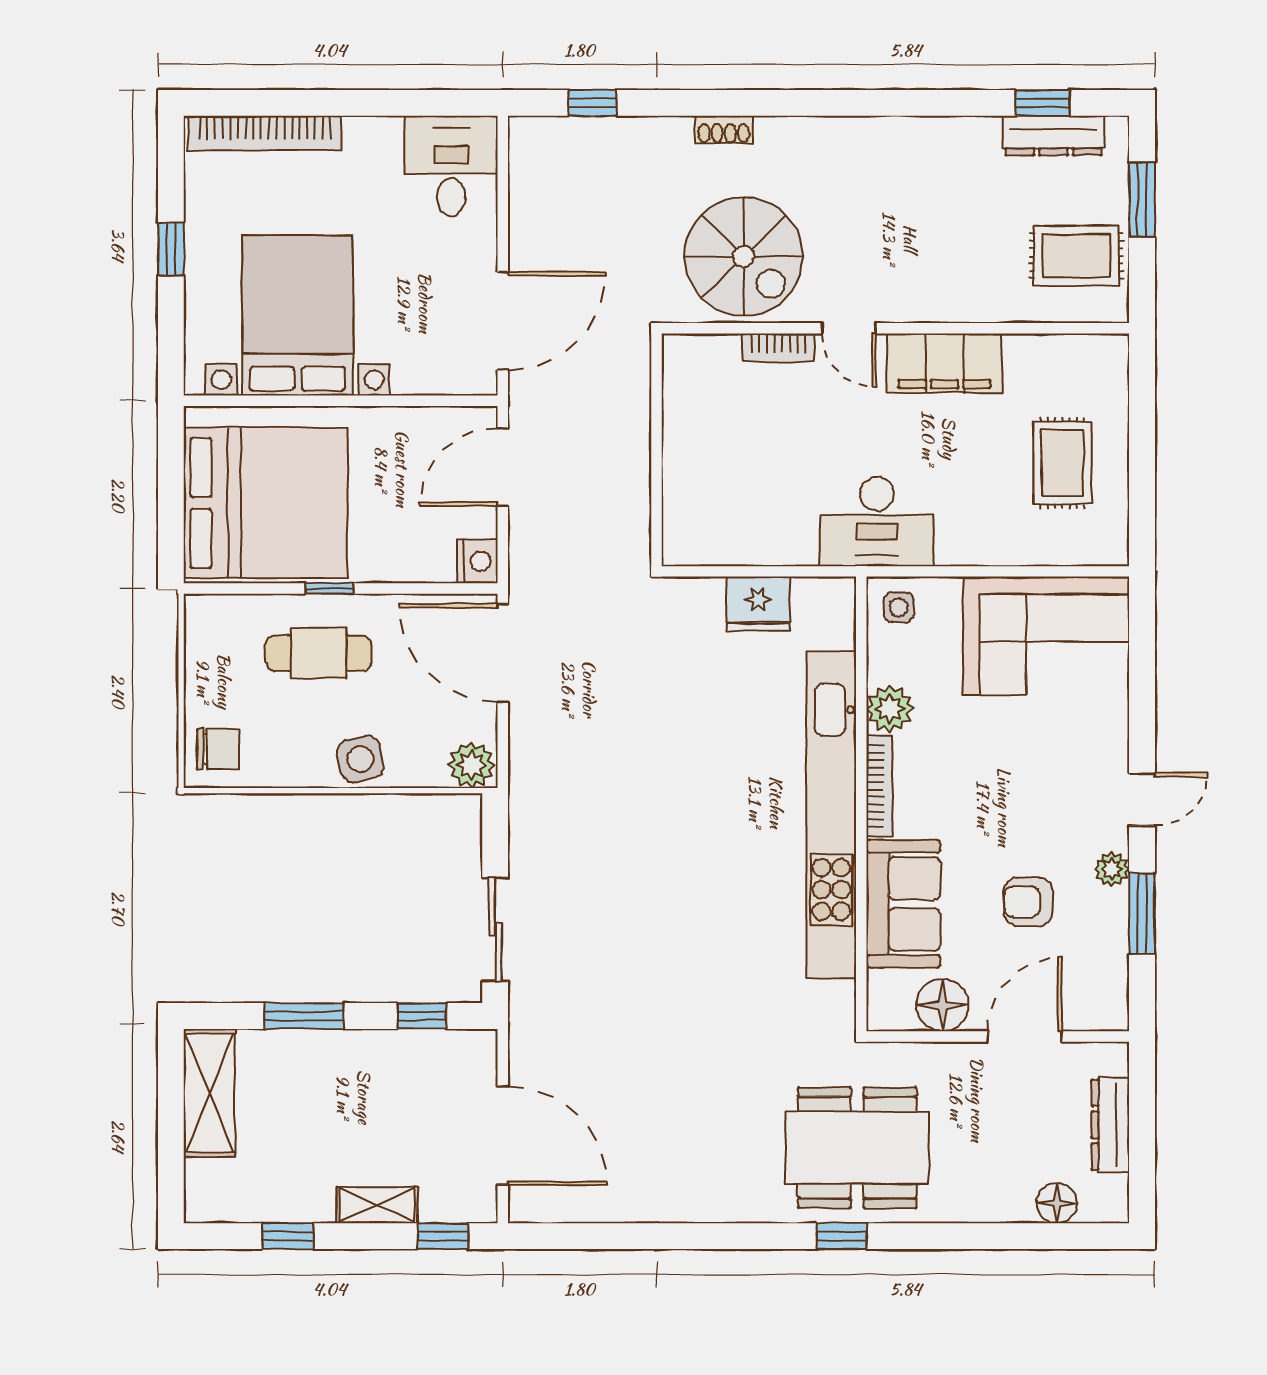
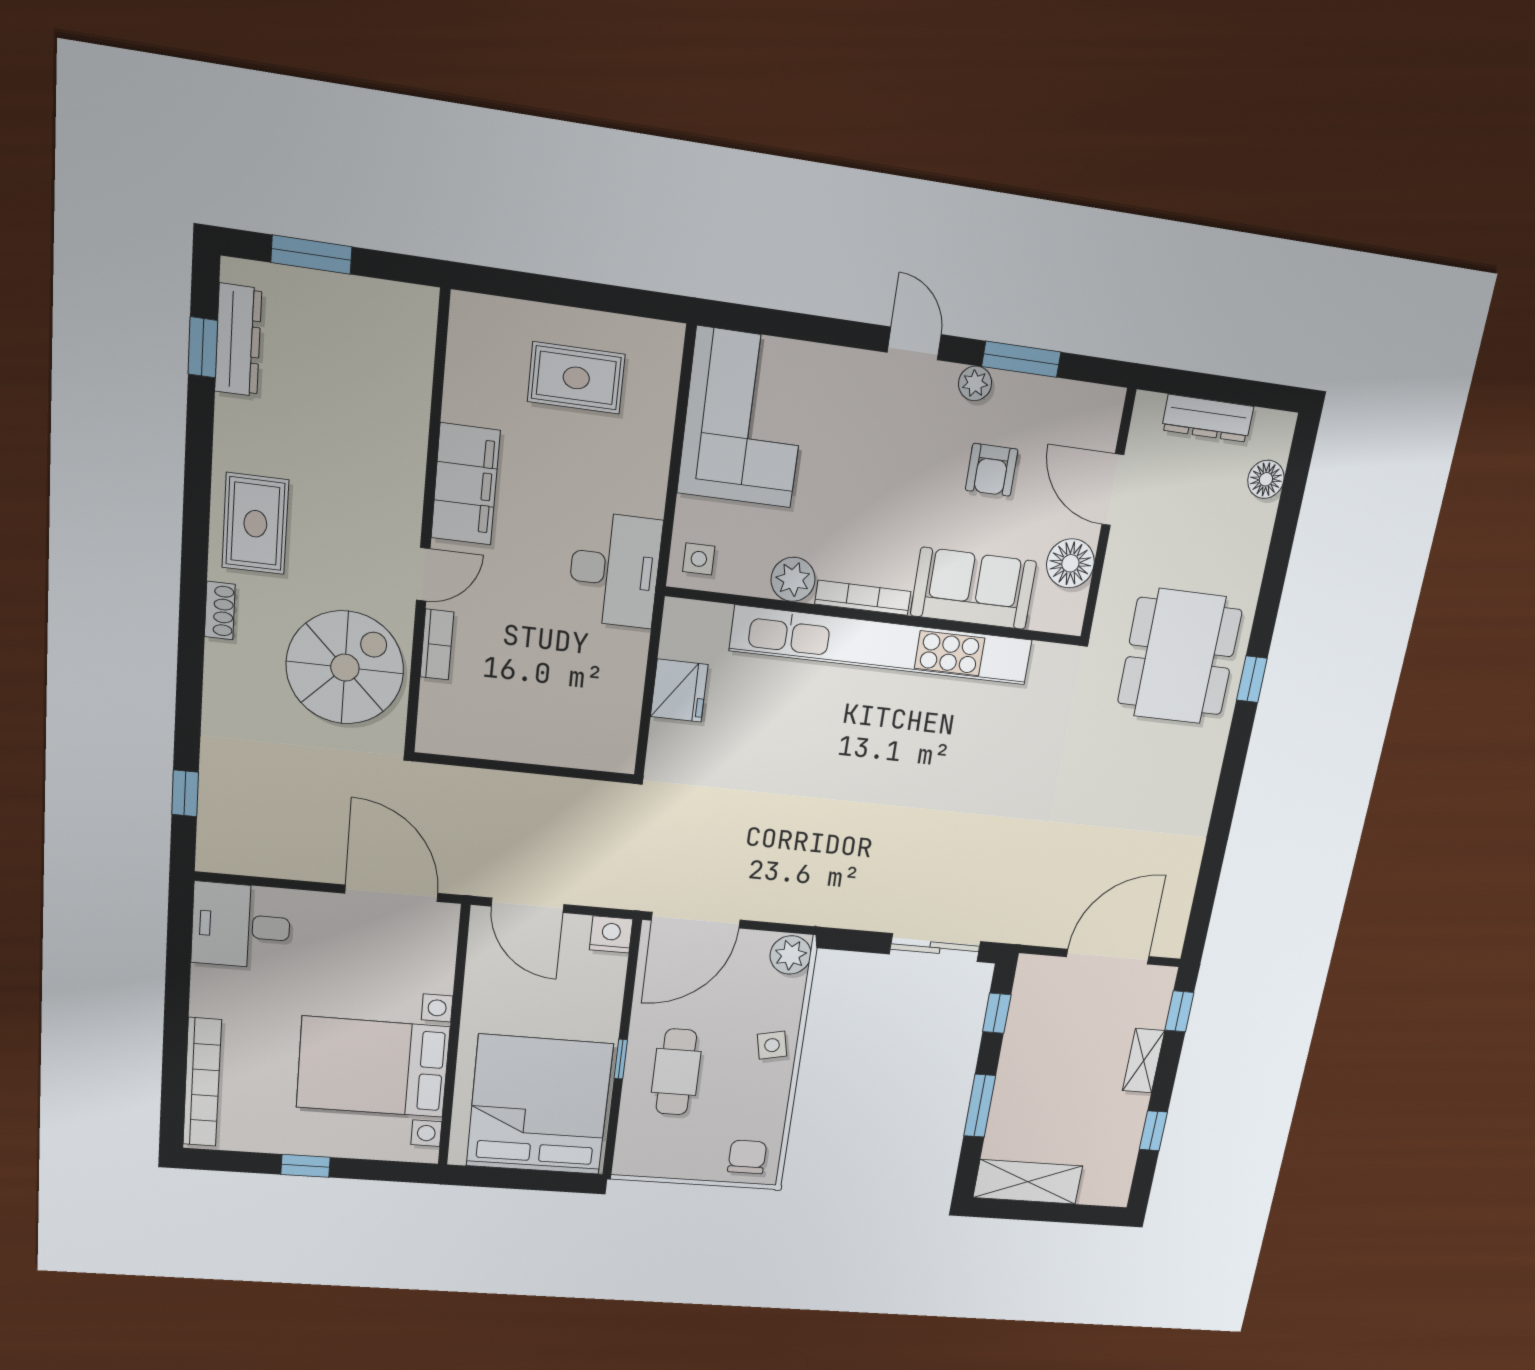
shoe rack: (724, 130) -> (220, 611), moved
rug: (1076, 256) -> (255, 524), moved
side table: (361, 759) -> (772, 1045), width x0.73, depth x0.73

